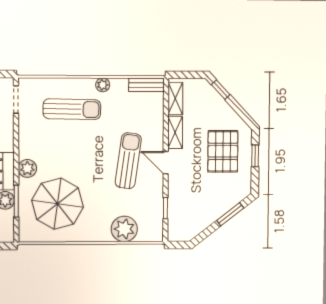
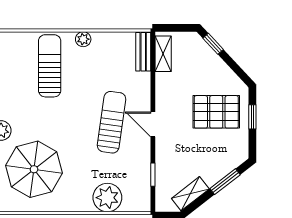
bench: (146, 85) -> (143, 52), moved, turned 90
sun lounger: (72, 109) -> (50, 66), turned -91
shelving: (175, 132) -> (190, 194), moved, turned 52
pallet: (223, 151) -> (216, 112), turned 90

